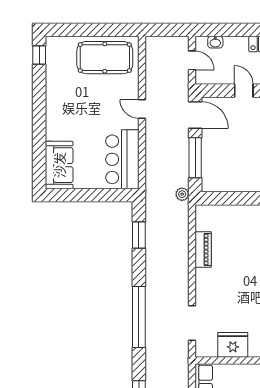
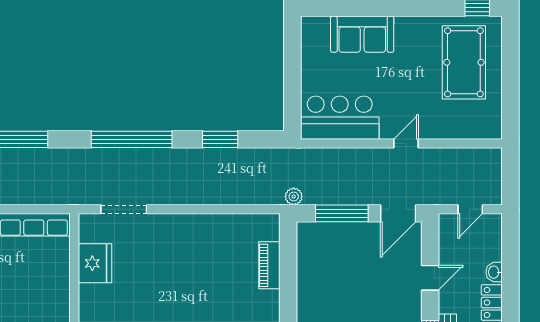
washbasin: (215, 42) -> (494, 272), moved
pool table: (105, 58) -> (464, 62), moved
sofa: (59, 165) -> (362, 34), moved
window: (139, 235) -> (220, 139), moved
piano: (203, 250) -> (269, 265), moved, turned 90

